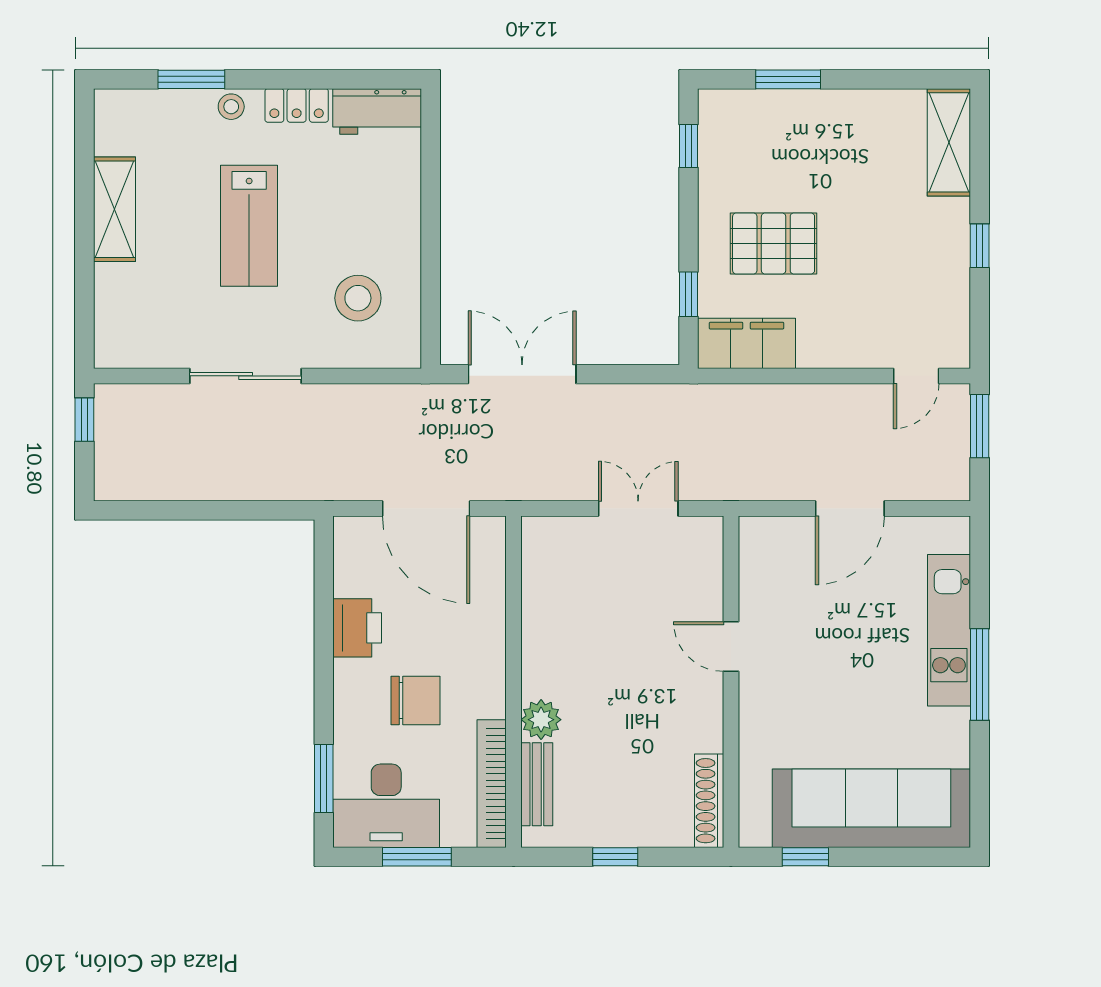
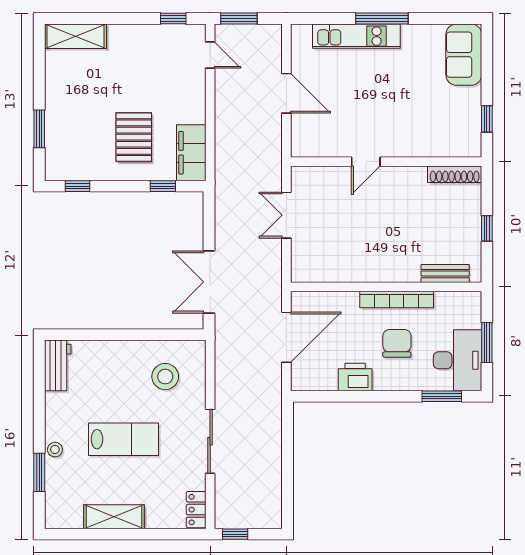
locker: (297, 105) -> (196, 510), moved, turned 180
window: (980, 246) -> (173, 18), moved
plant: (541, 720) -> (408, 271), removed
bookcase: (492, 784) -> (397, 300), moved
sofa: (871, 808) -> (464, 55), width x0.54, depth x0.79

